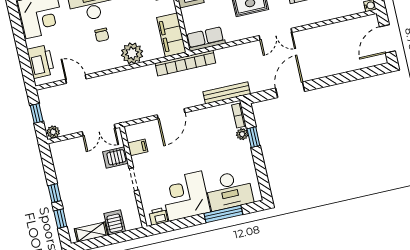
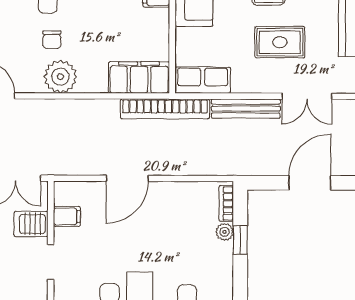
filing cabinet: (171, 35) -> (139, 77), moved, turned 90
plant: (132, 53) -> (60, 77), moved
bench: (227, 93) -> (246, 109), moved

